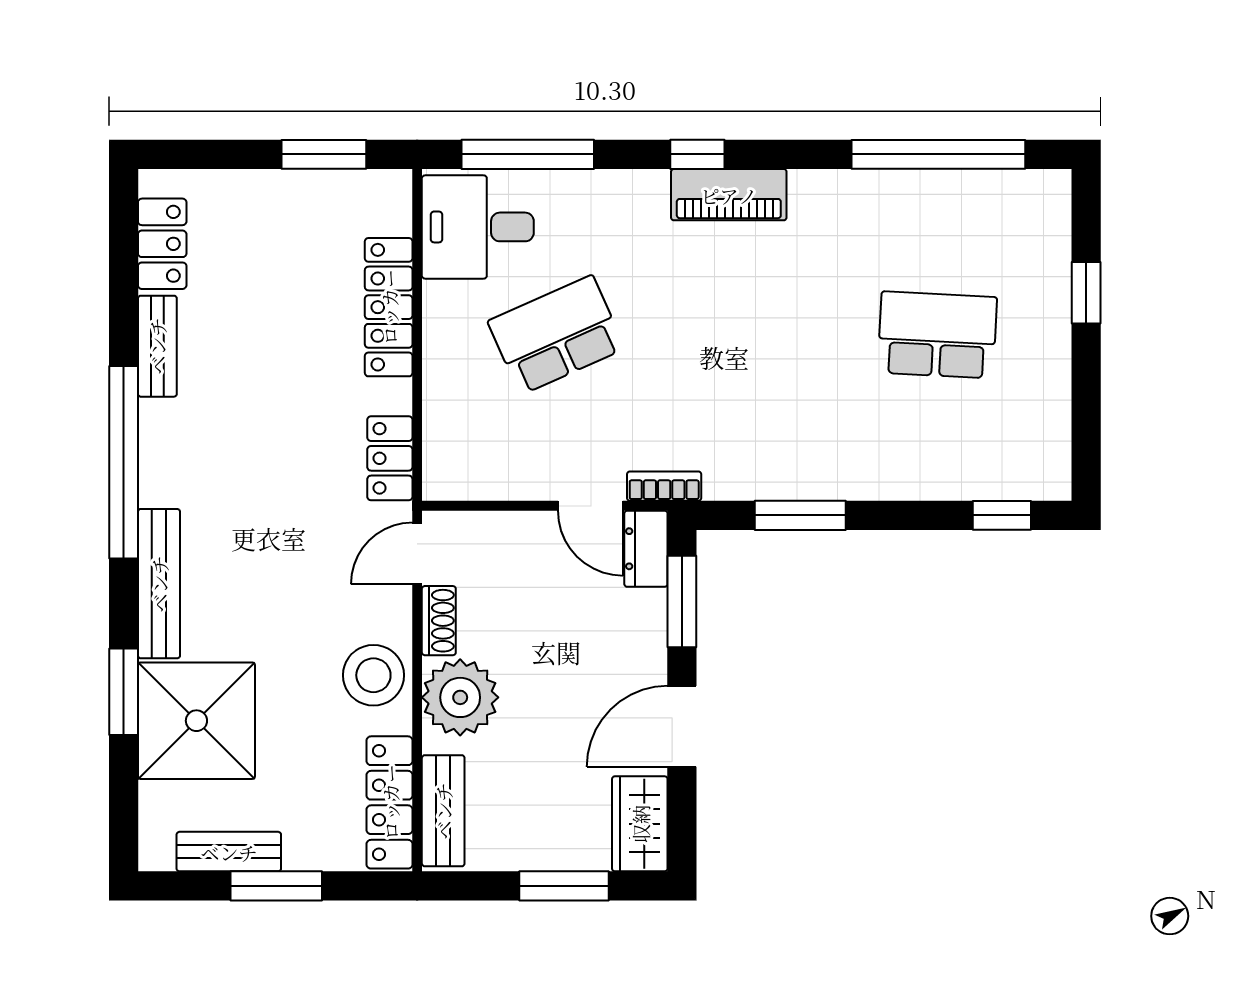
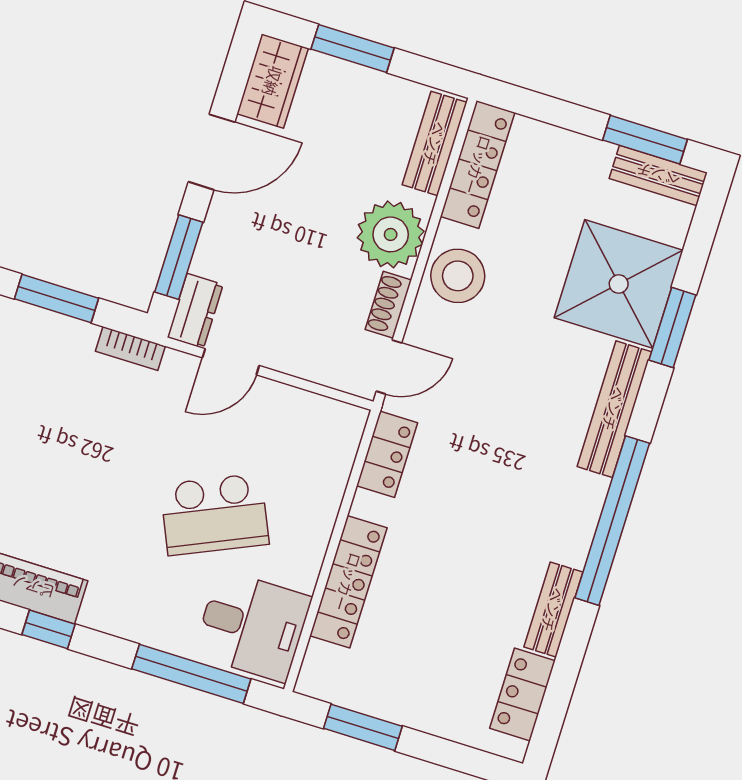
bookcase: (664, 486) -> (130, 349), moved
door: (590, 506) -> (231, 362), swing flipped
bench: (229, 852) -> (658, 175), moved
window: (276, 886) -> (645, 140), moved

